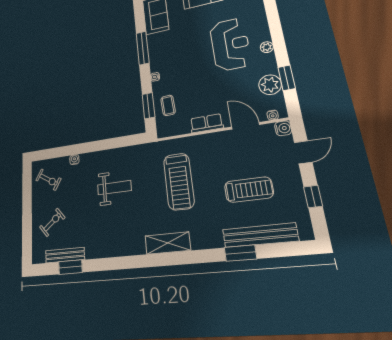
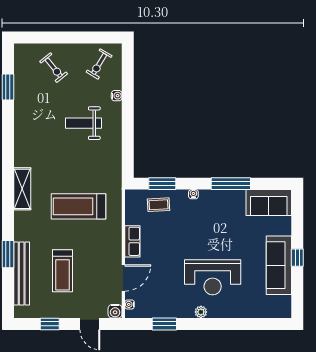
plant: (270, 85) -> (160, 308), removed
weight bench: (114, 188) -> (84, 123), moved, turned 90
bench: (65, 255) -> (20, 81), removed

